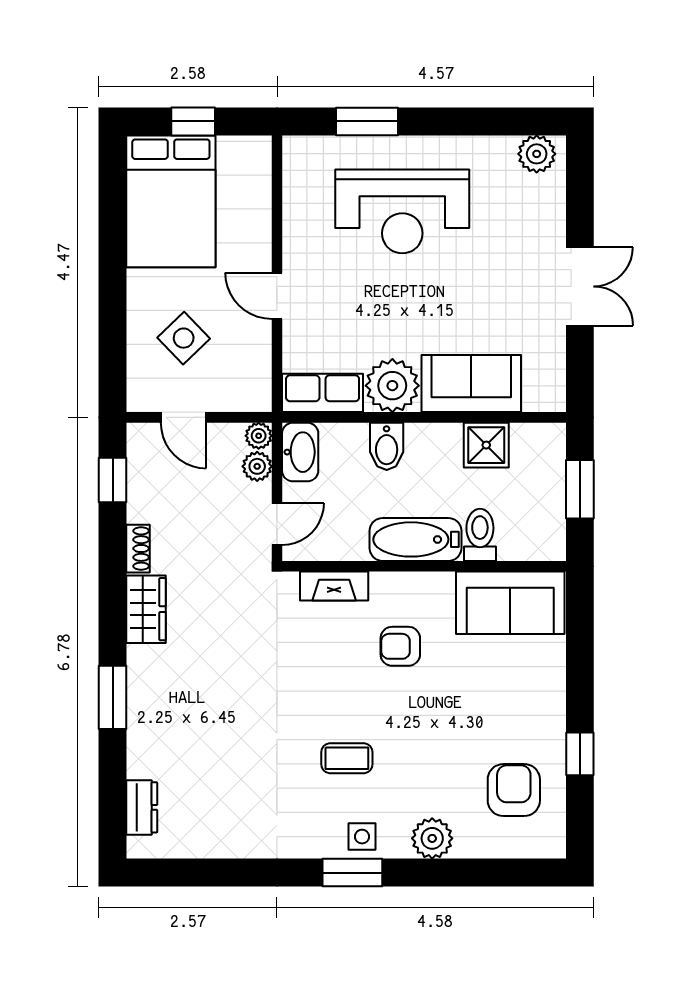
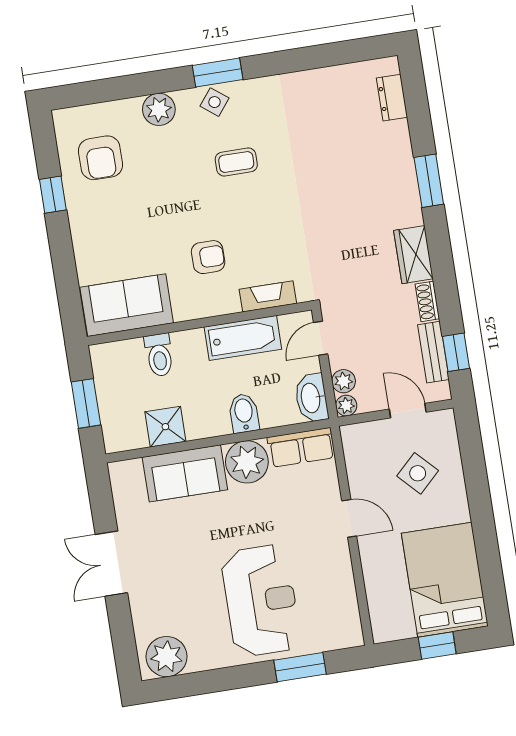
plant: (537, 154) -> (166, 657), width x1.36, depth x1.36
reception desk: (402, 211) -> (261, 601), turned 90
bench: (141, 485) -> (433, 352), added
bathtub: (415, 539) -> (243, 338), moved
side table: (362, 837) -> (214, 102), turned 38

